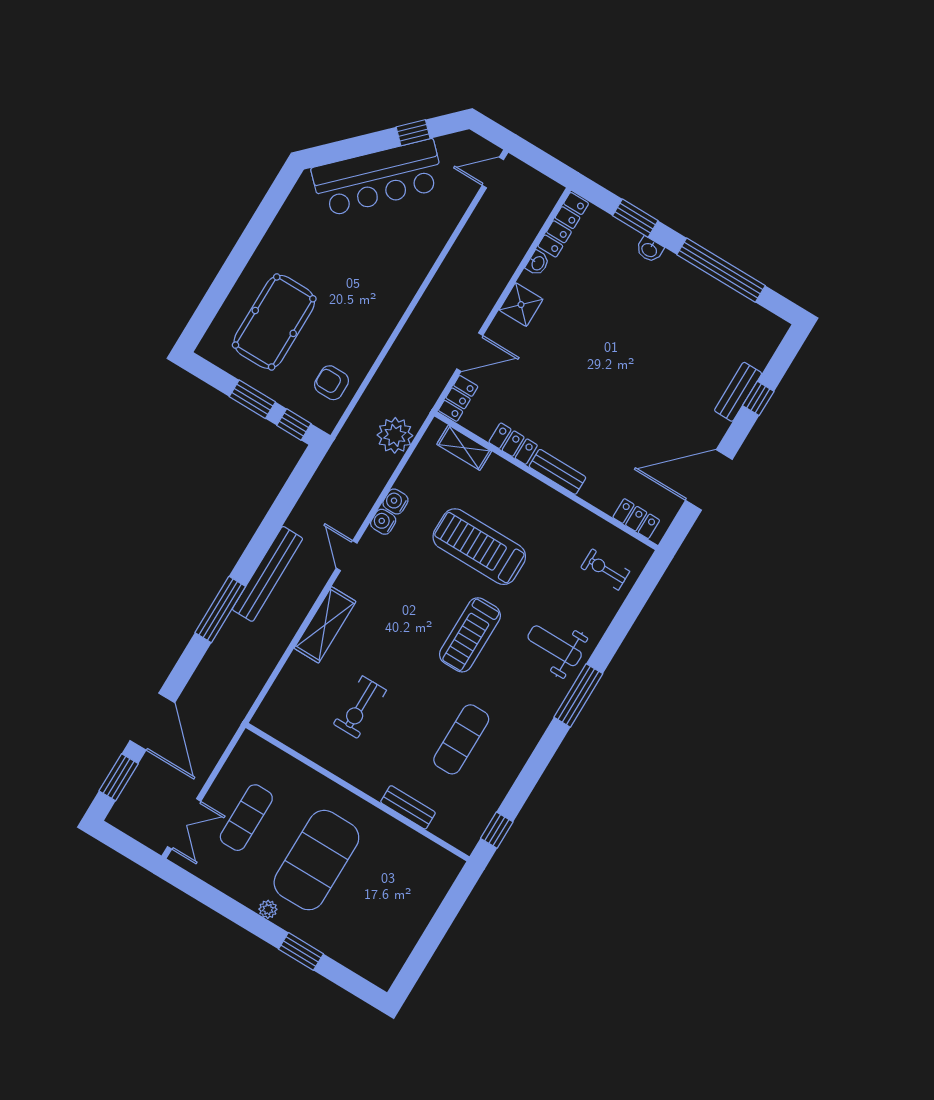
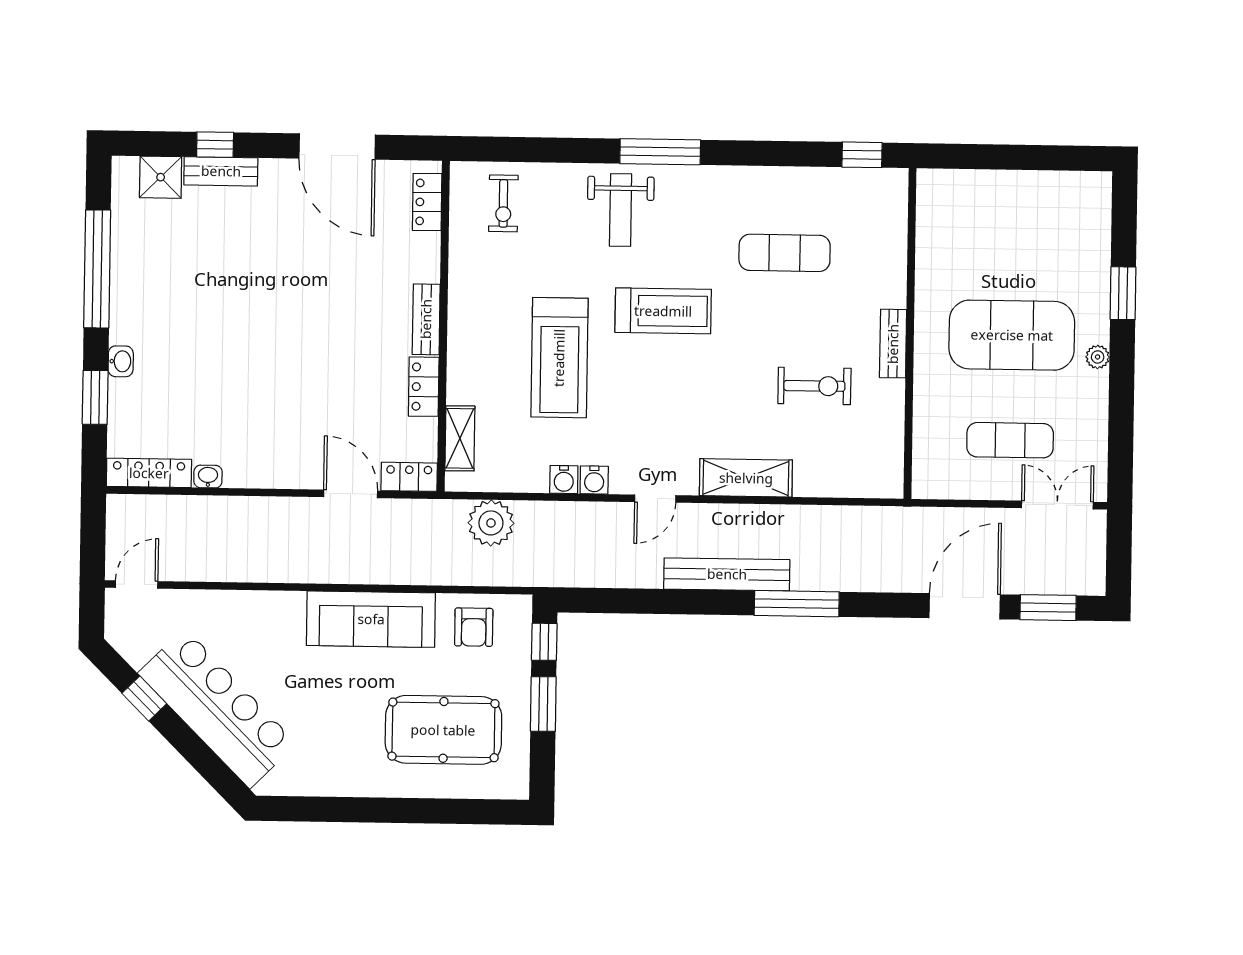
door: (493, 172) -> (137, 584), swing flipped
shower: (521, 305) -> (161, 177), moved
sofa: (377, 317) -> (371, 619), added
bench: (408, 807) -> (893, 344), moved

